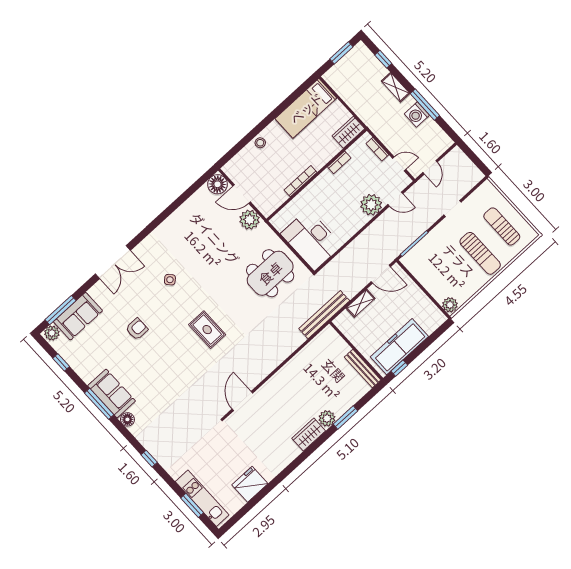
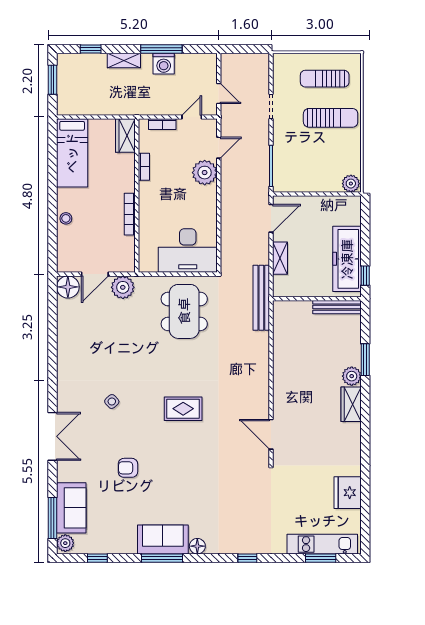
armchair: (137, 329) -> (128, 468), turned -90

